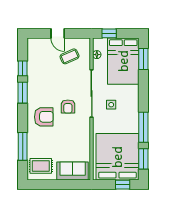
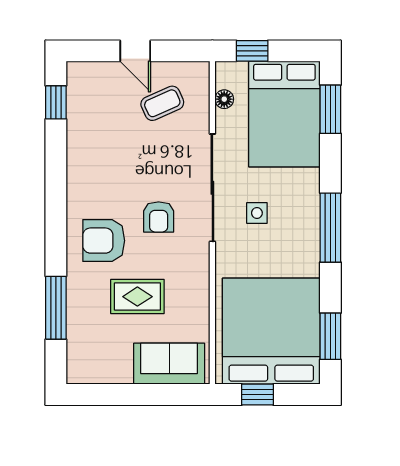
window: (23, 68) -> (56, 102), moved
window: (23, 93) -> (56, 186), removed
armchair: (44, 117) -> (104, 241), turned 180
window: (143, 127) -> (330, 228), moved
rug: (41, 166) -> (137, 297), moved
window: (123, 185) -> (258, 395), moved

